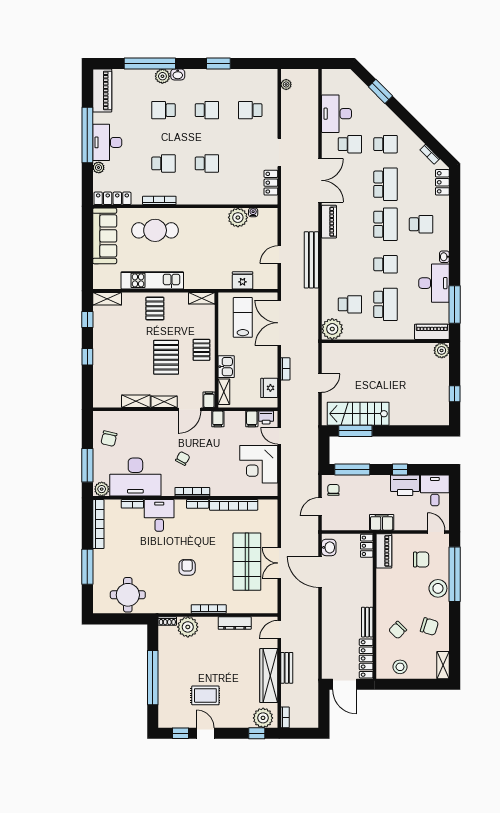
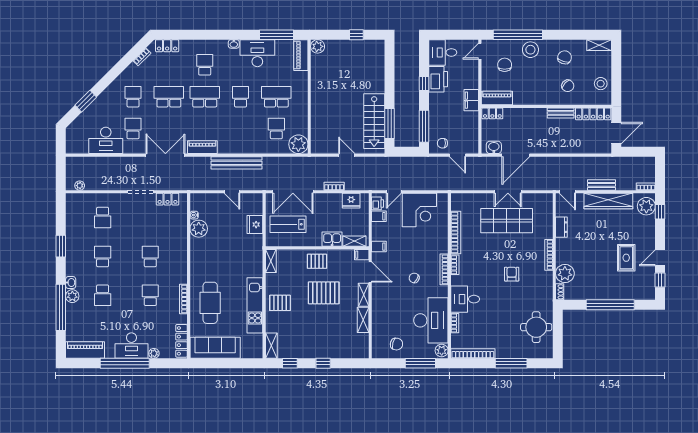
armchair: (187, 567) -> (512, 274), turned 90
dresser: (235, 623) -> (561, 227), width x0.70

